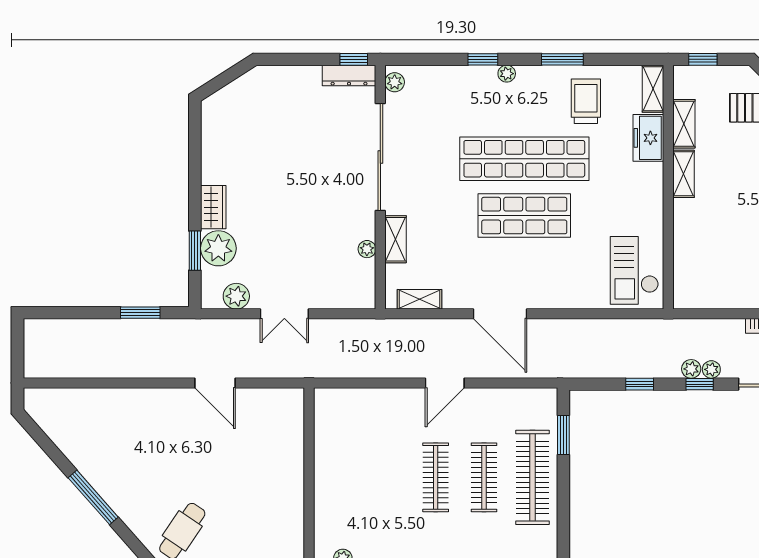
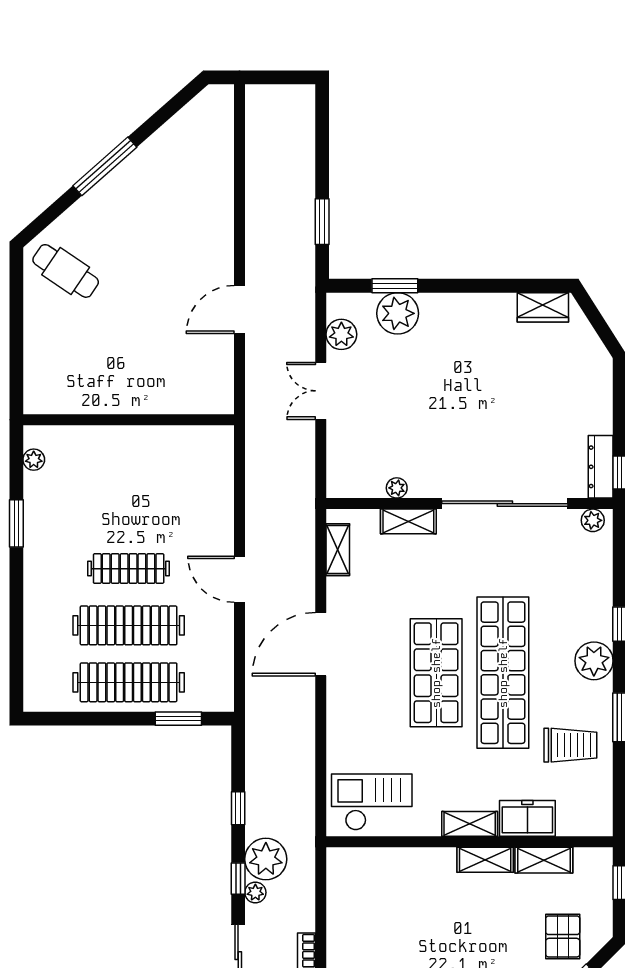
plant: (507, 74) -> (594, 661), width x1.88, depth x1.88
shelving: (653, 89) -> (470, 824), moved
wardrobe: (213, 207) -> (543, 307), moved
plant: (691, 369) -> (266, 859), width x1.88, depth x1.88
clothes rail: (484, 477) -> (129, 625), width x1.37, depth x1.31

